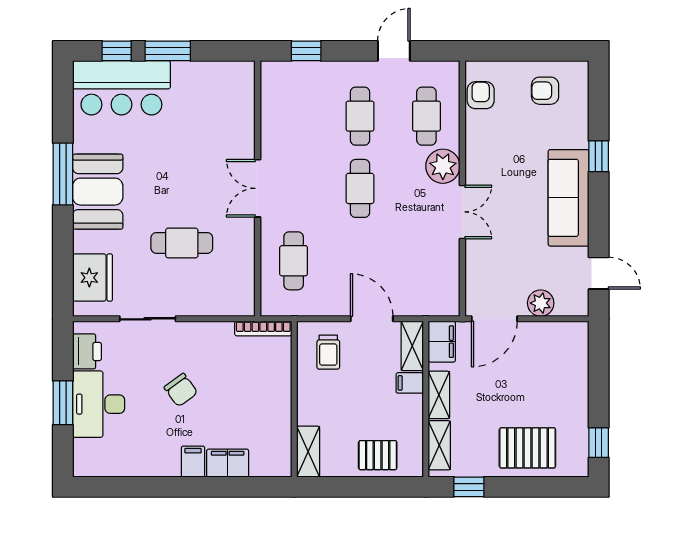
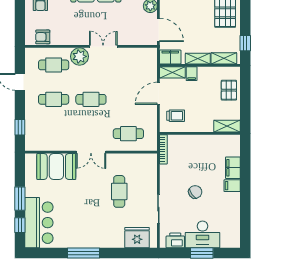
booth: (98, 192) -> (56, 166), moved

